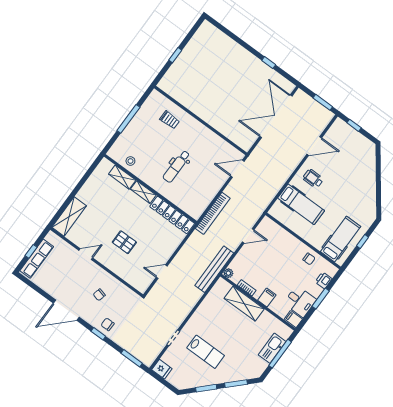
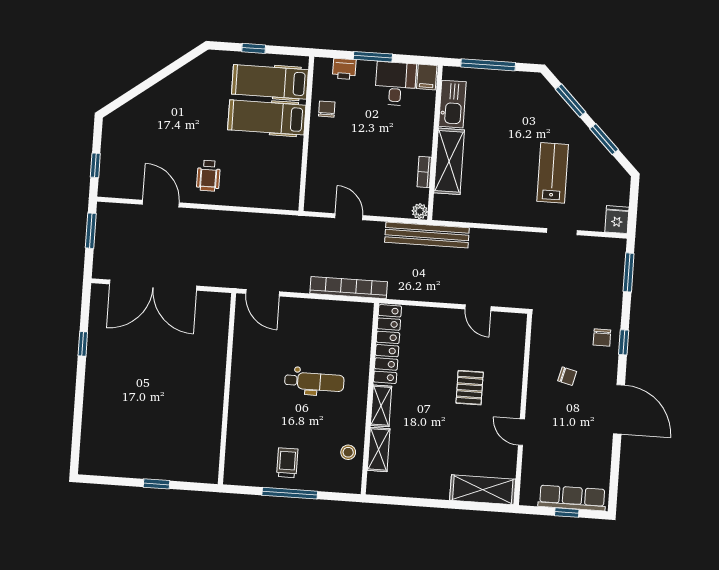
trolley: (170, 120) -> (287, 463), moved
hospital bed: (301, 204) -> (267, 117), moved, turned -90
filing cabinet: (267, 298) -> (420, 134), removed
kitchen sink: (272, 348) -> (452, 104), moved, turned -90

